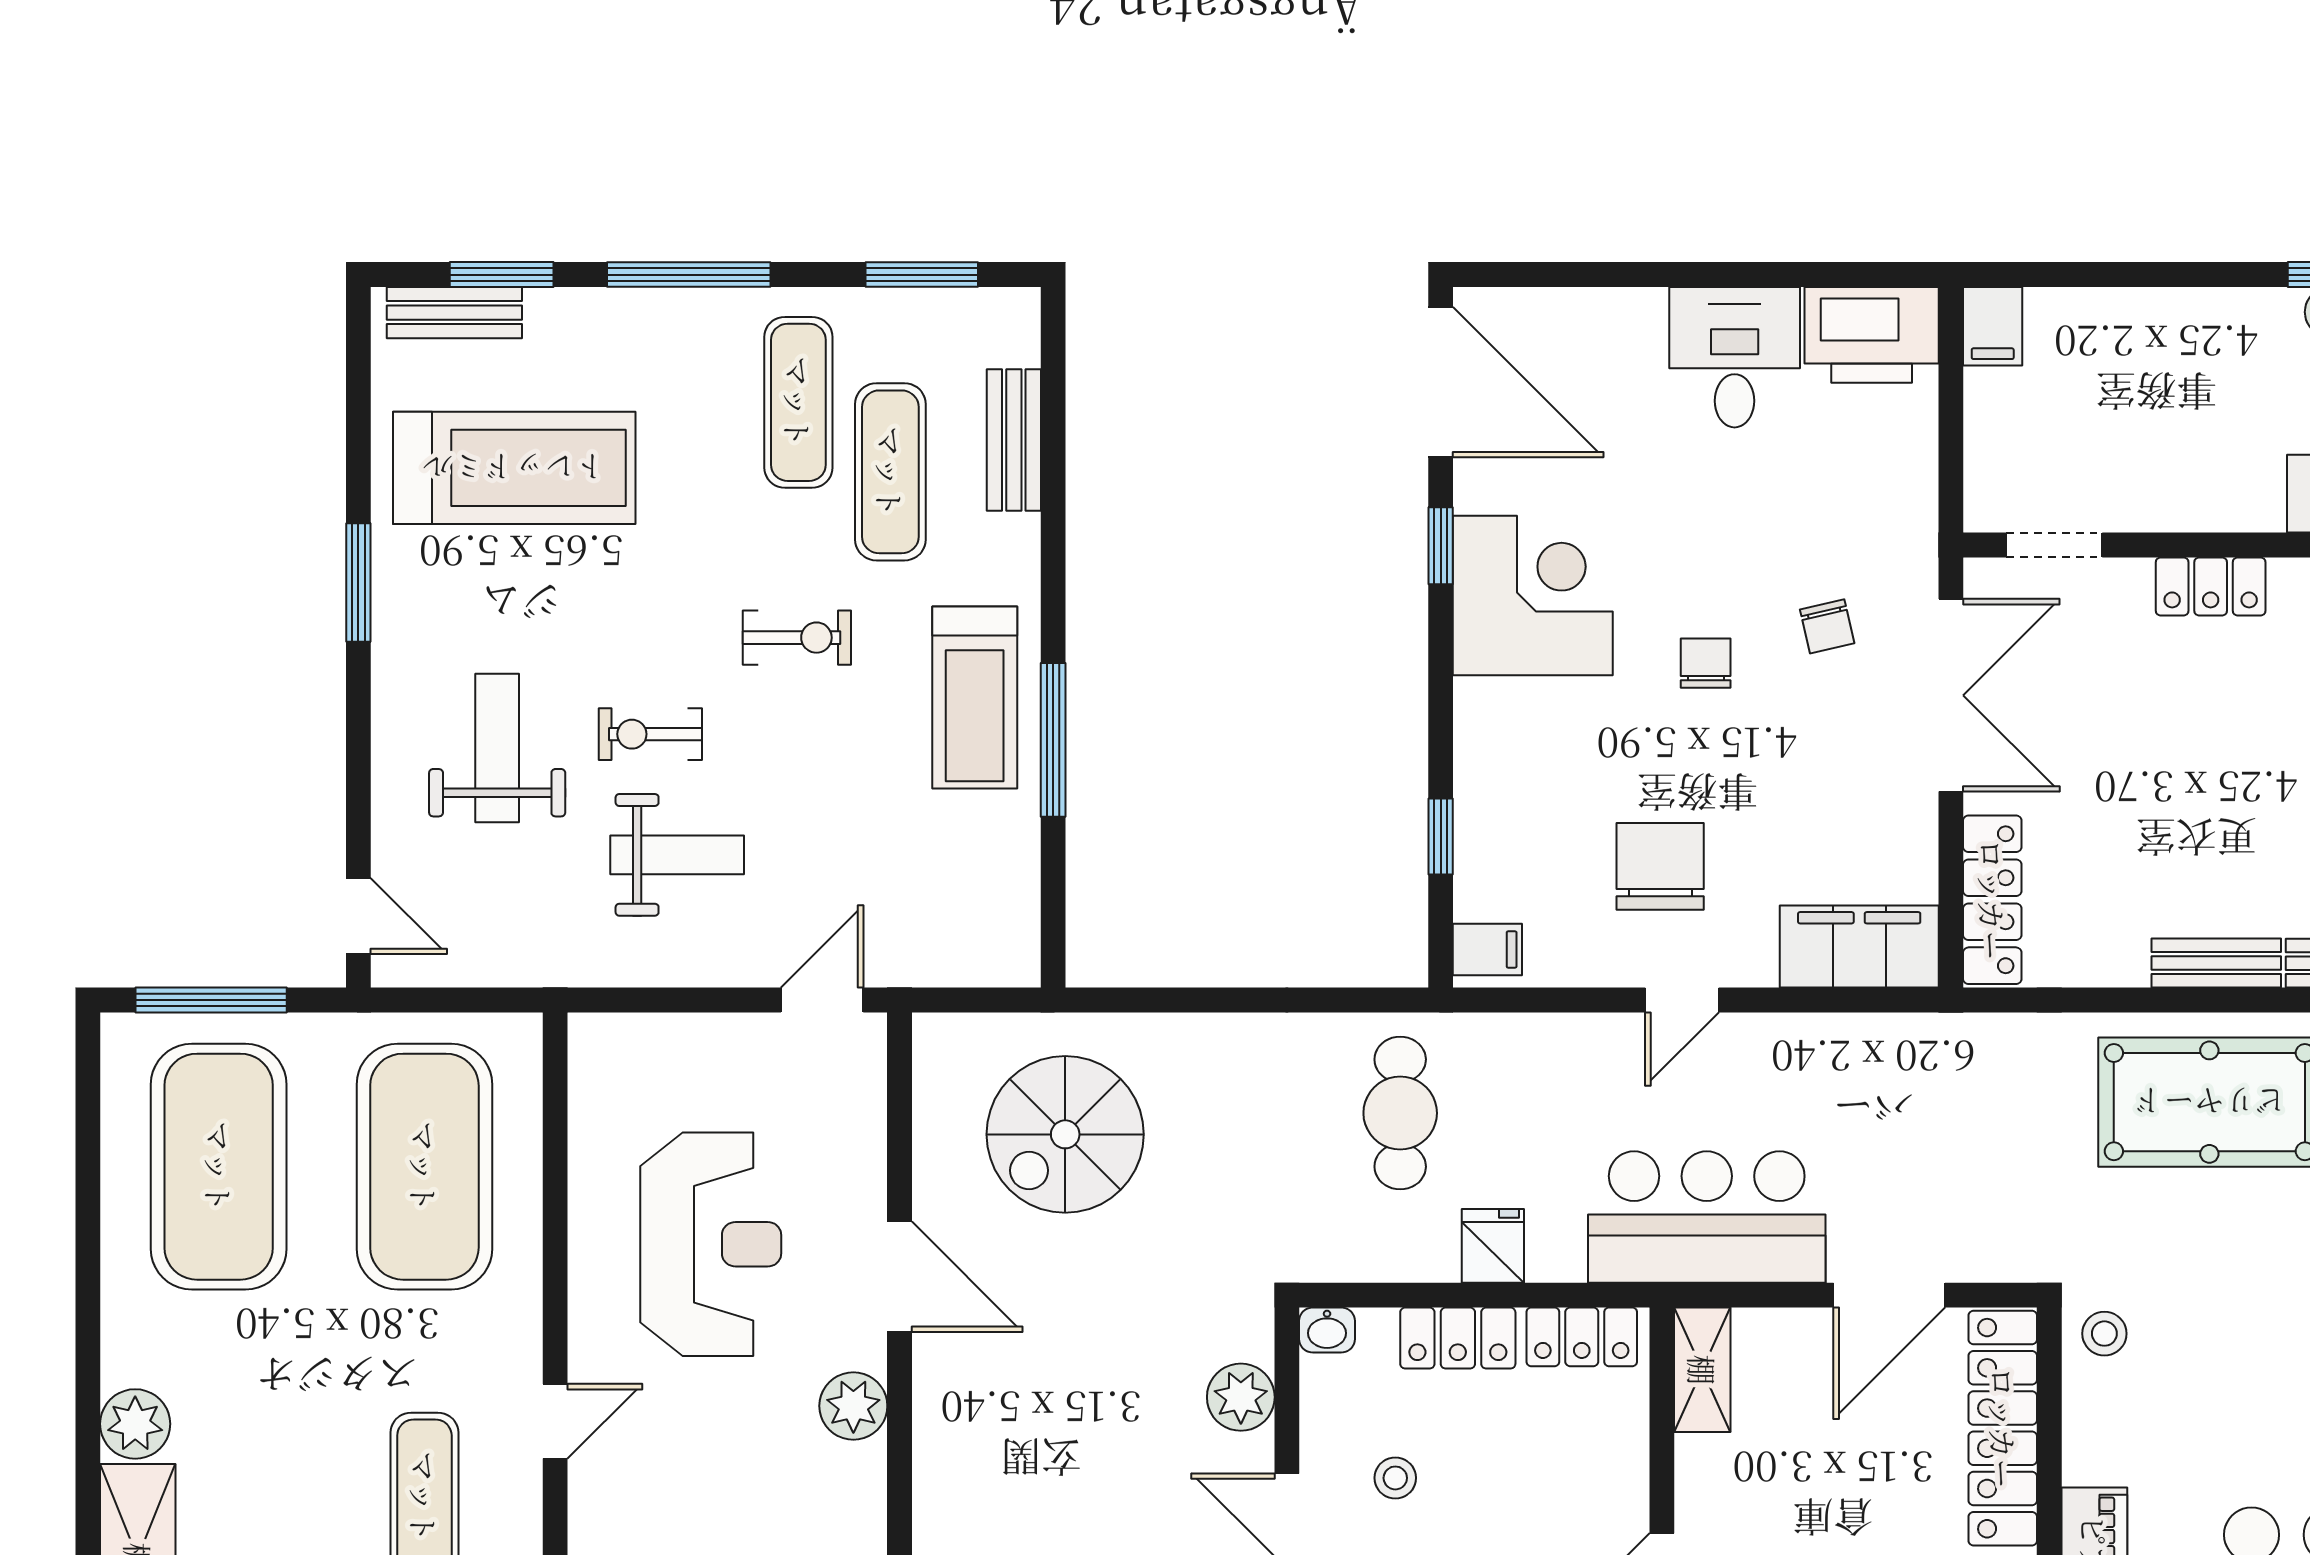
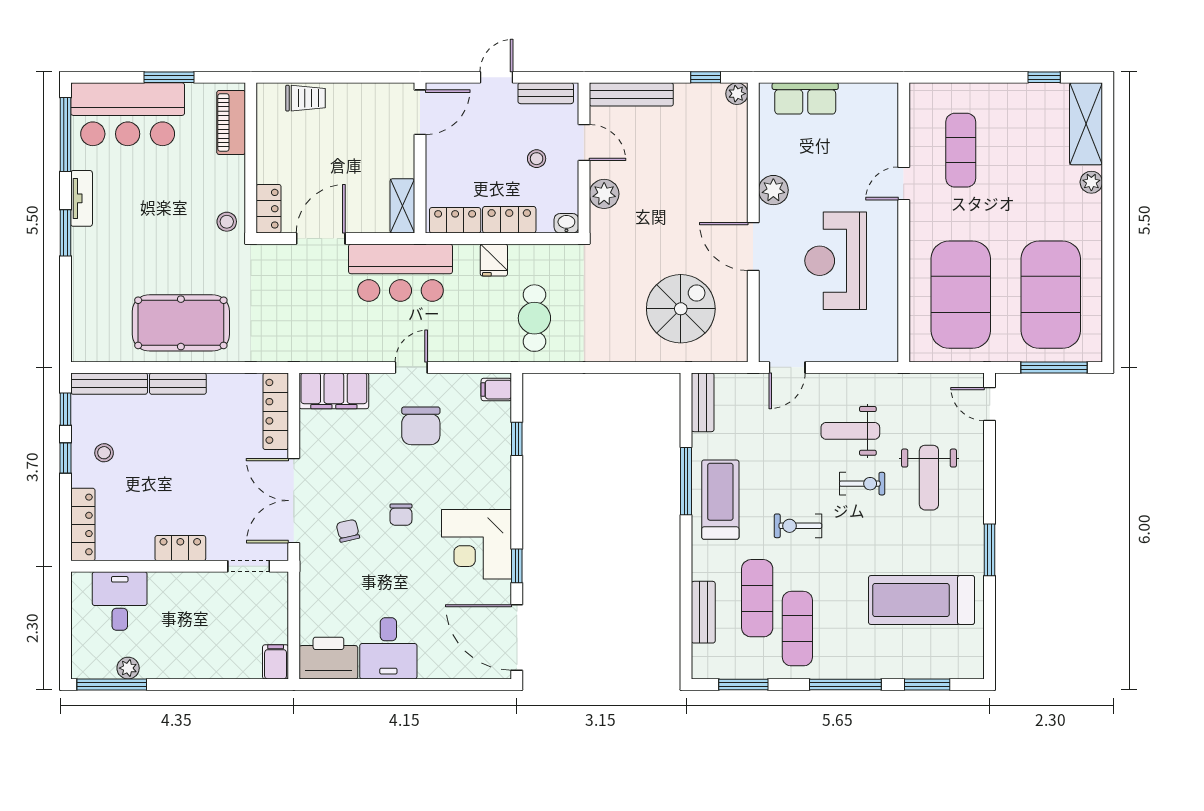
bench: (454, 313) -> (703, 402), moved, turned 90
plant: (135, 1424) -> (1091, 182), width x0.73, depth x0.73
locker: (2003, 1428) -> (269, 209), width x0.46, depth x0.83

